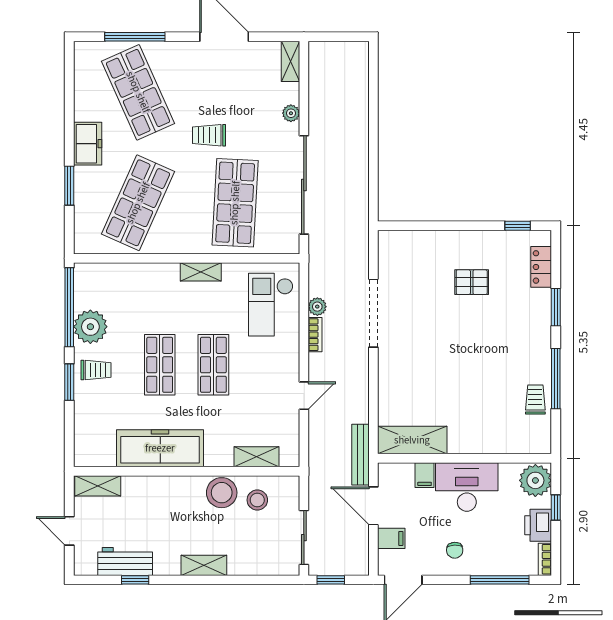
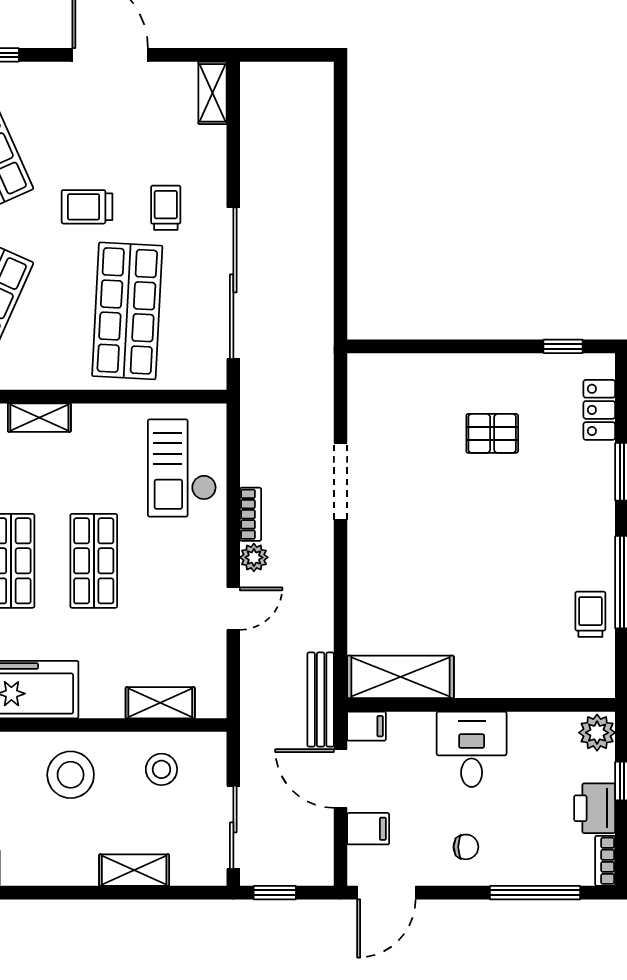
plant: (291, 113) -> (213, 173), removed
trolley: (260, 136) -> (166, 208), added
shelving: (201, 272) -> (39, 418), moved
plant: (317, 307) -> (254, 557), moved
doorway: (373, 313) -> (340, 481), width x0.73
filing cabinet: (425, 475) -> (367, 726), moved, turned -90
plant: (535, 480) -> (597, 733), width x0.73, depth x0.73
desk: (467, 487) -> (472, 749), width x0.73
stool: (222, 493) -> (71, 775), moved
chair: (455, 550) -> (466, 847), turned -87
shelving: (204, 565) -> (134, 870), moved

